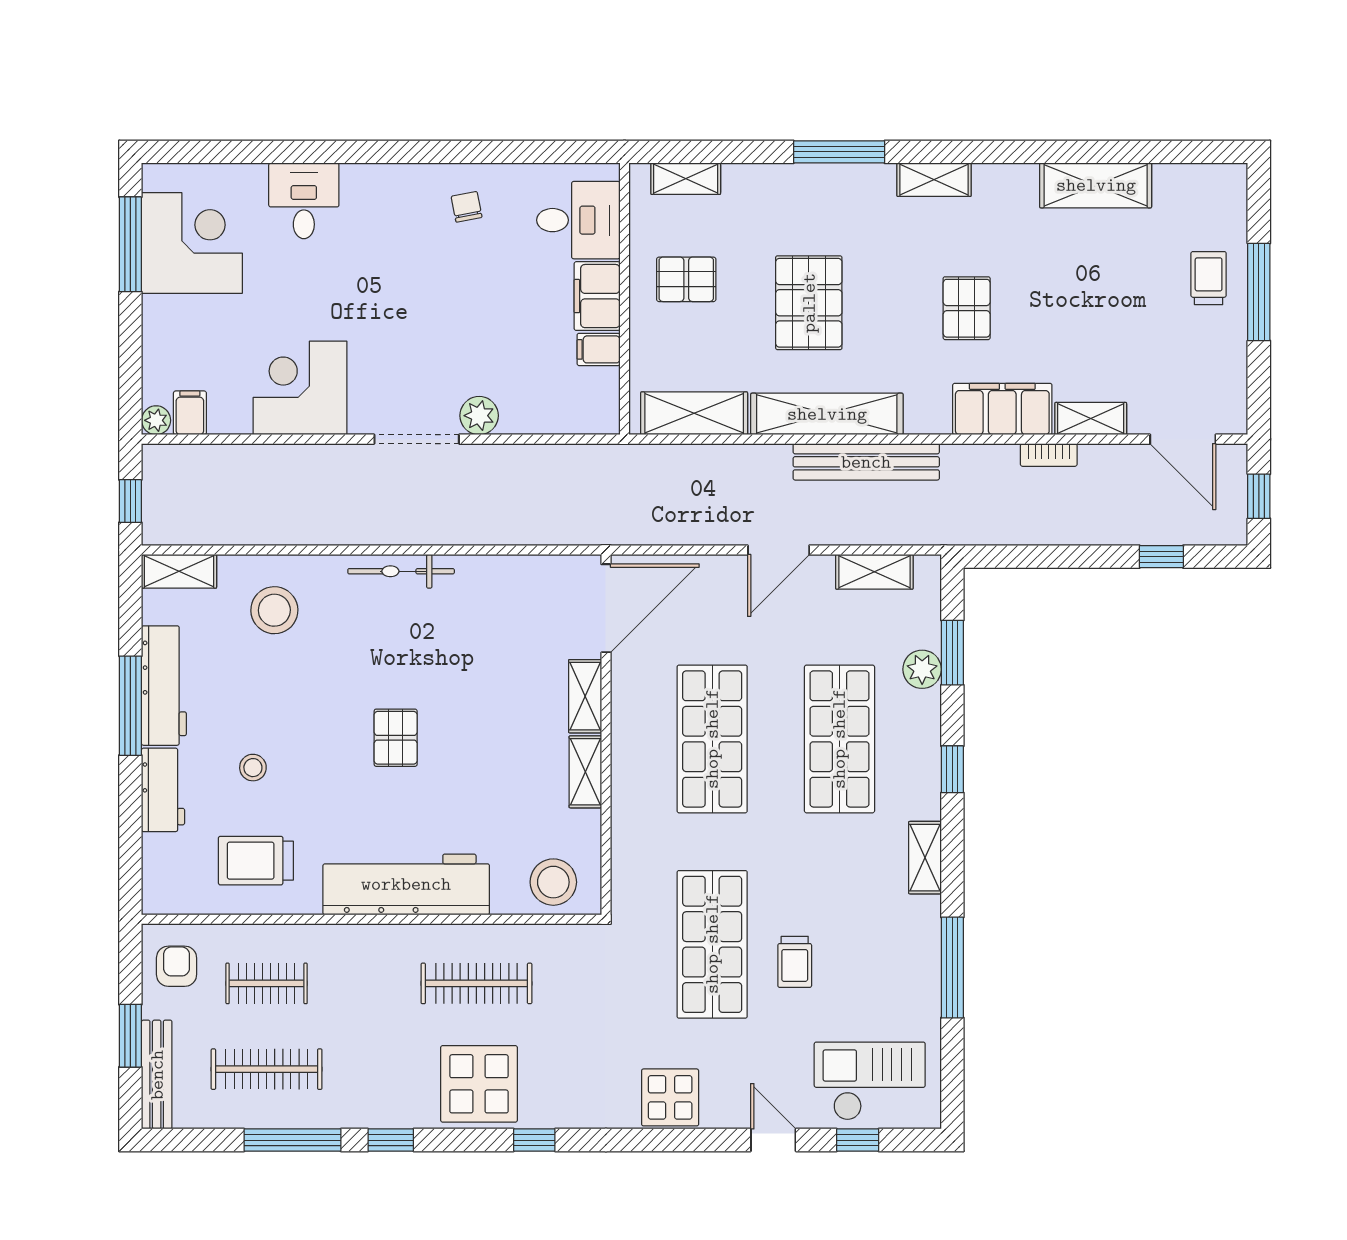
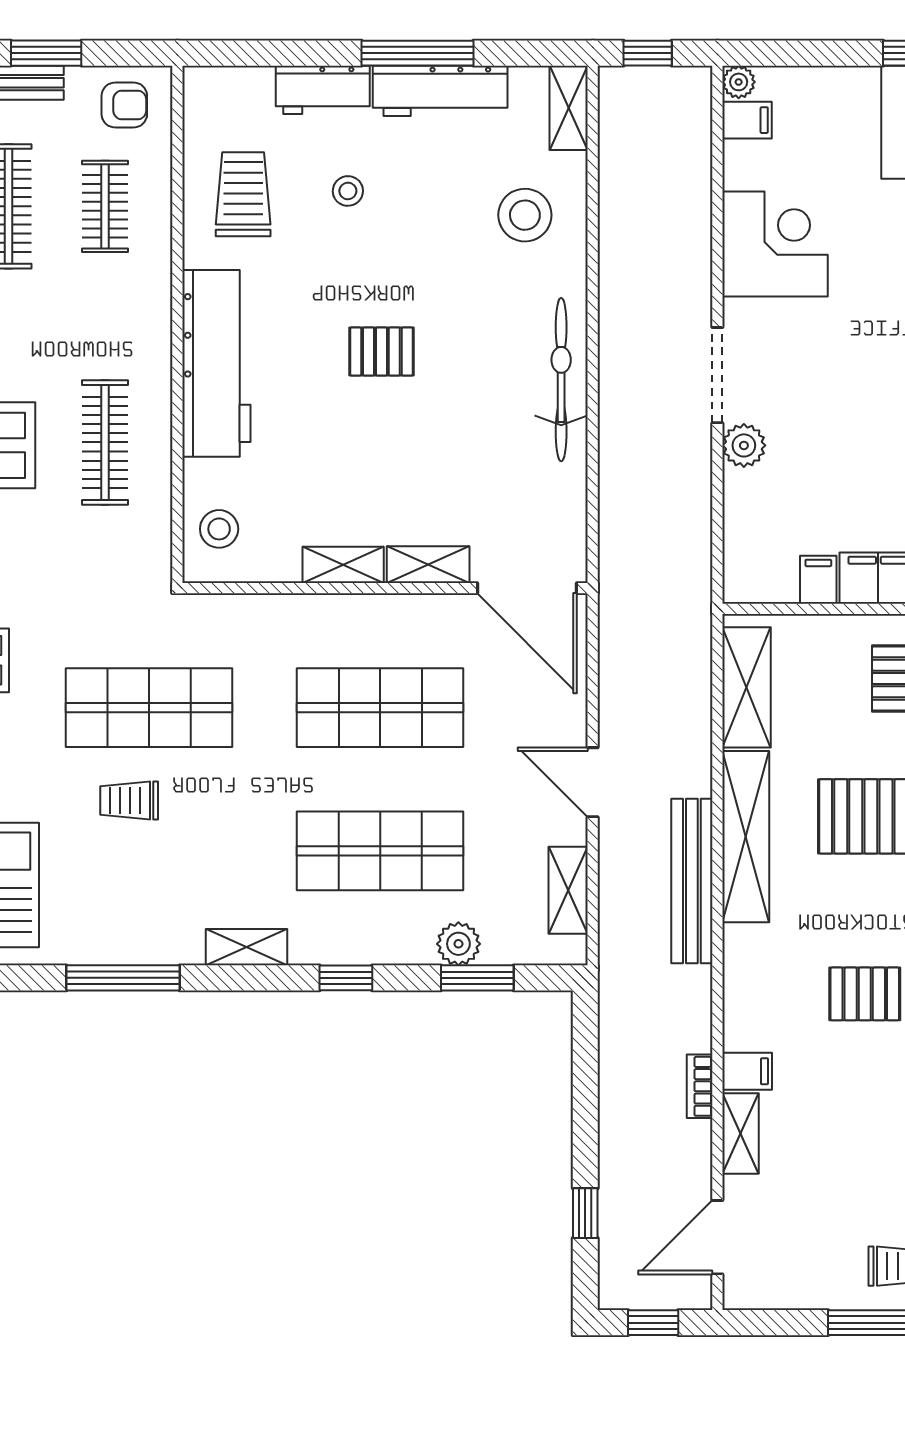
filing cabinet: (1002, 409) -> (747, 1071), width x0.33, depth x0.86
bicycle: (401, 571) -> (561, 380), width x1.37, depth x1.40
stool: (553, 882) -> (219, 529), width x0.73, depth x0.73

